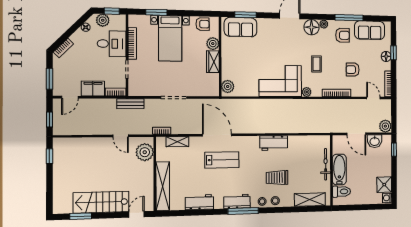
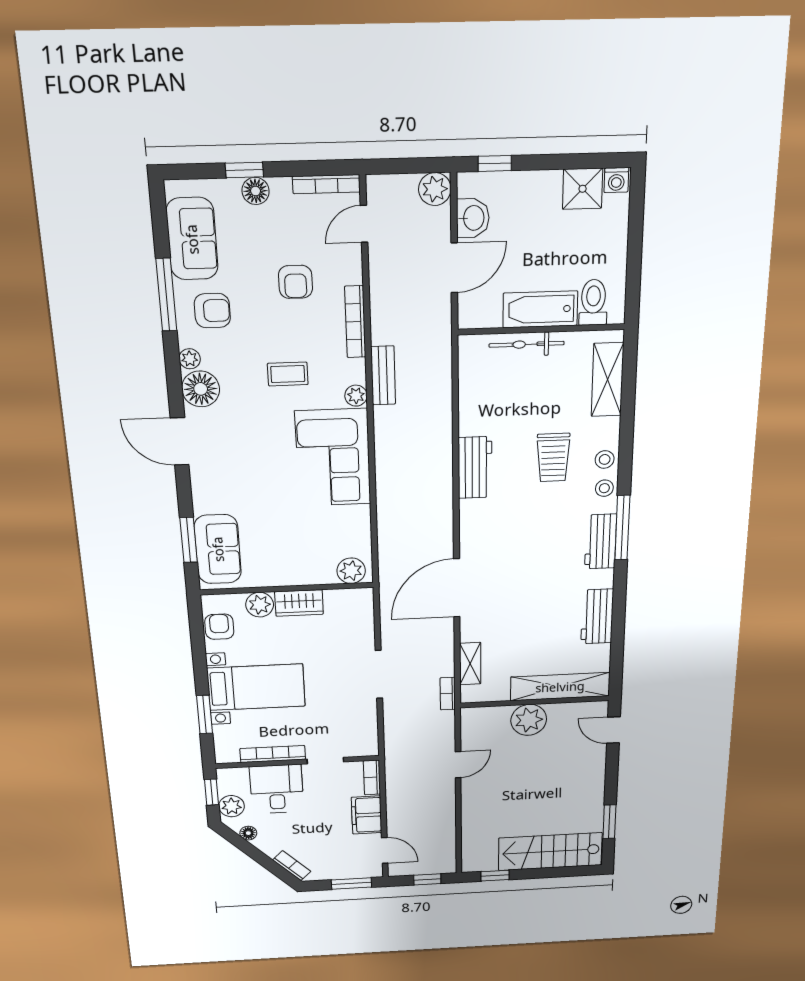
armchair: (343, 35) -> (212, 311), turned 90
bench: (130, 104) -> (383, 375), moved
plant: (145, 152) -> (529, 720), moved
lab bench: (222, 160) -> (510, 576), removed
stairs: (101, 202) -> (550, 852), moved, turned 90

